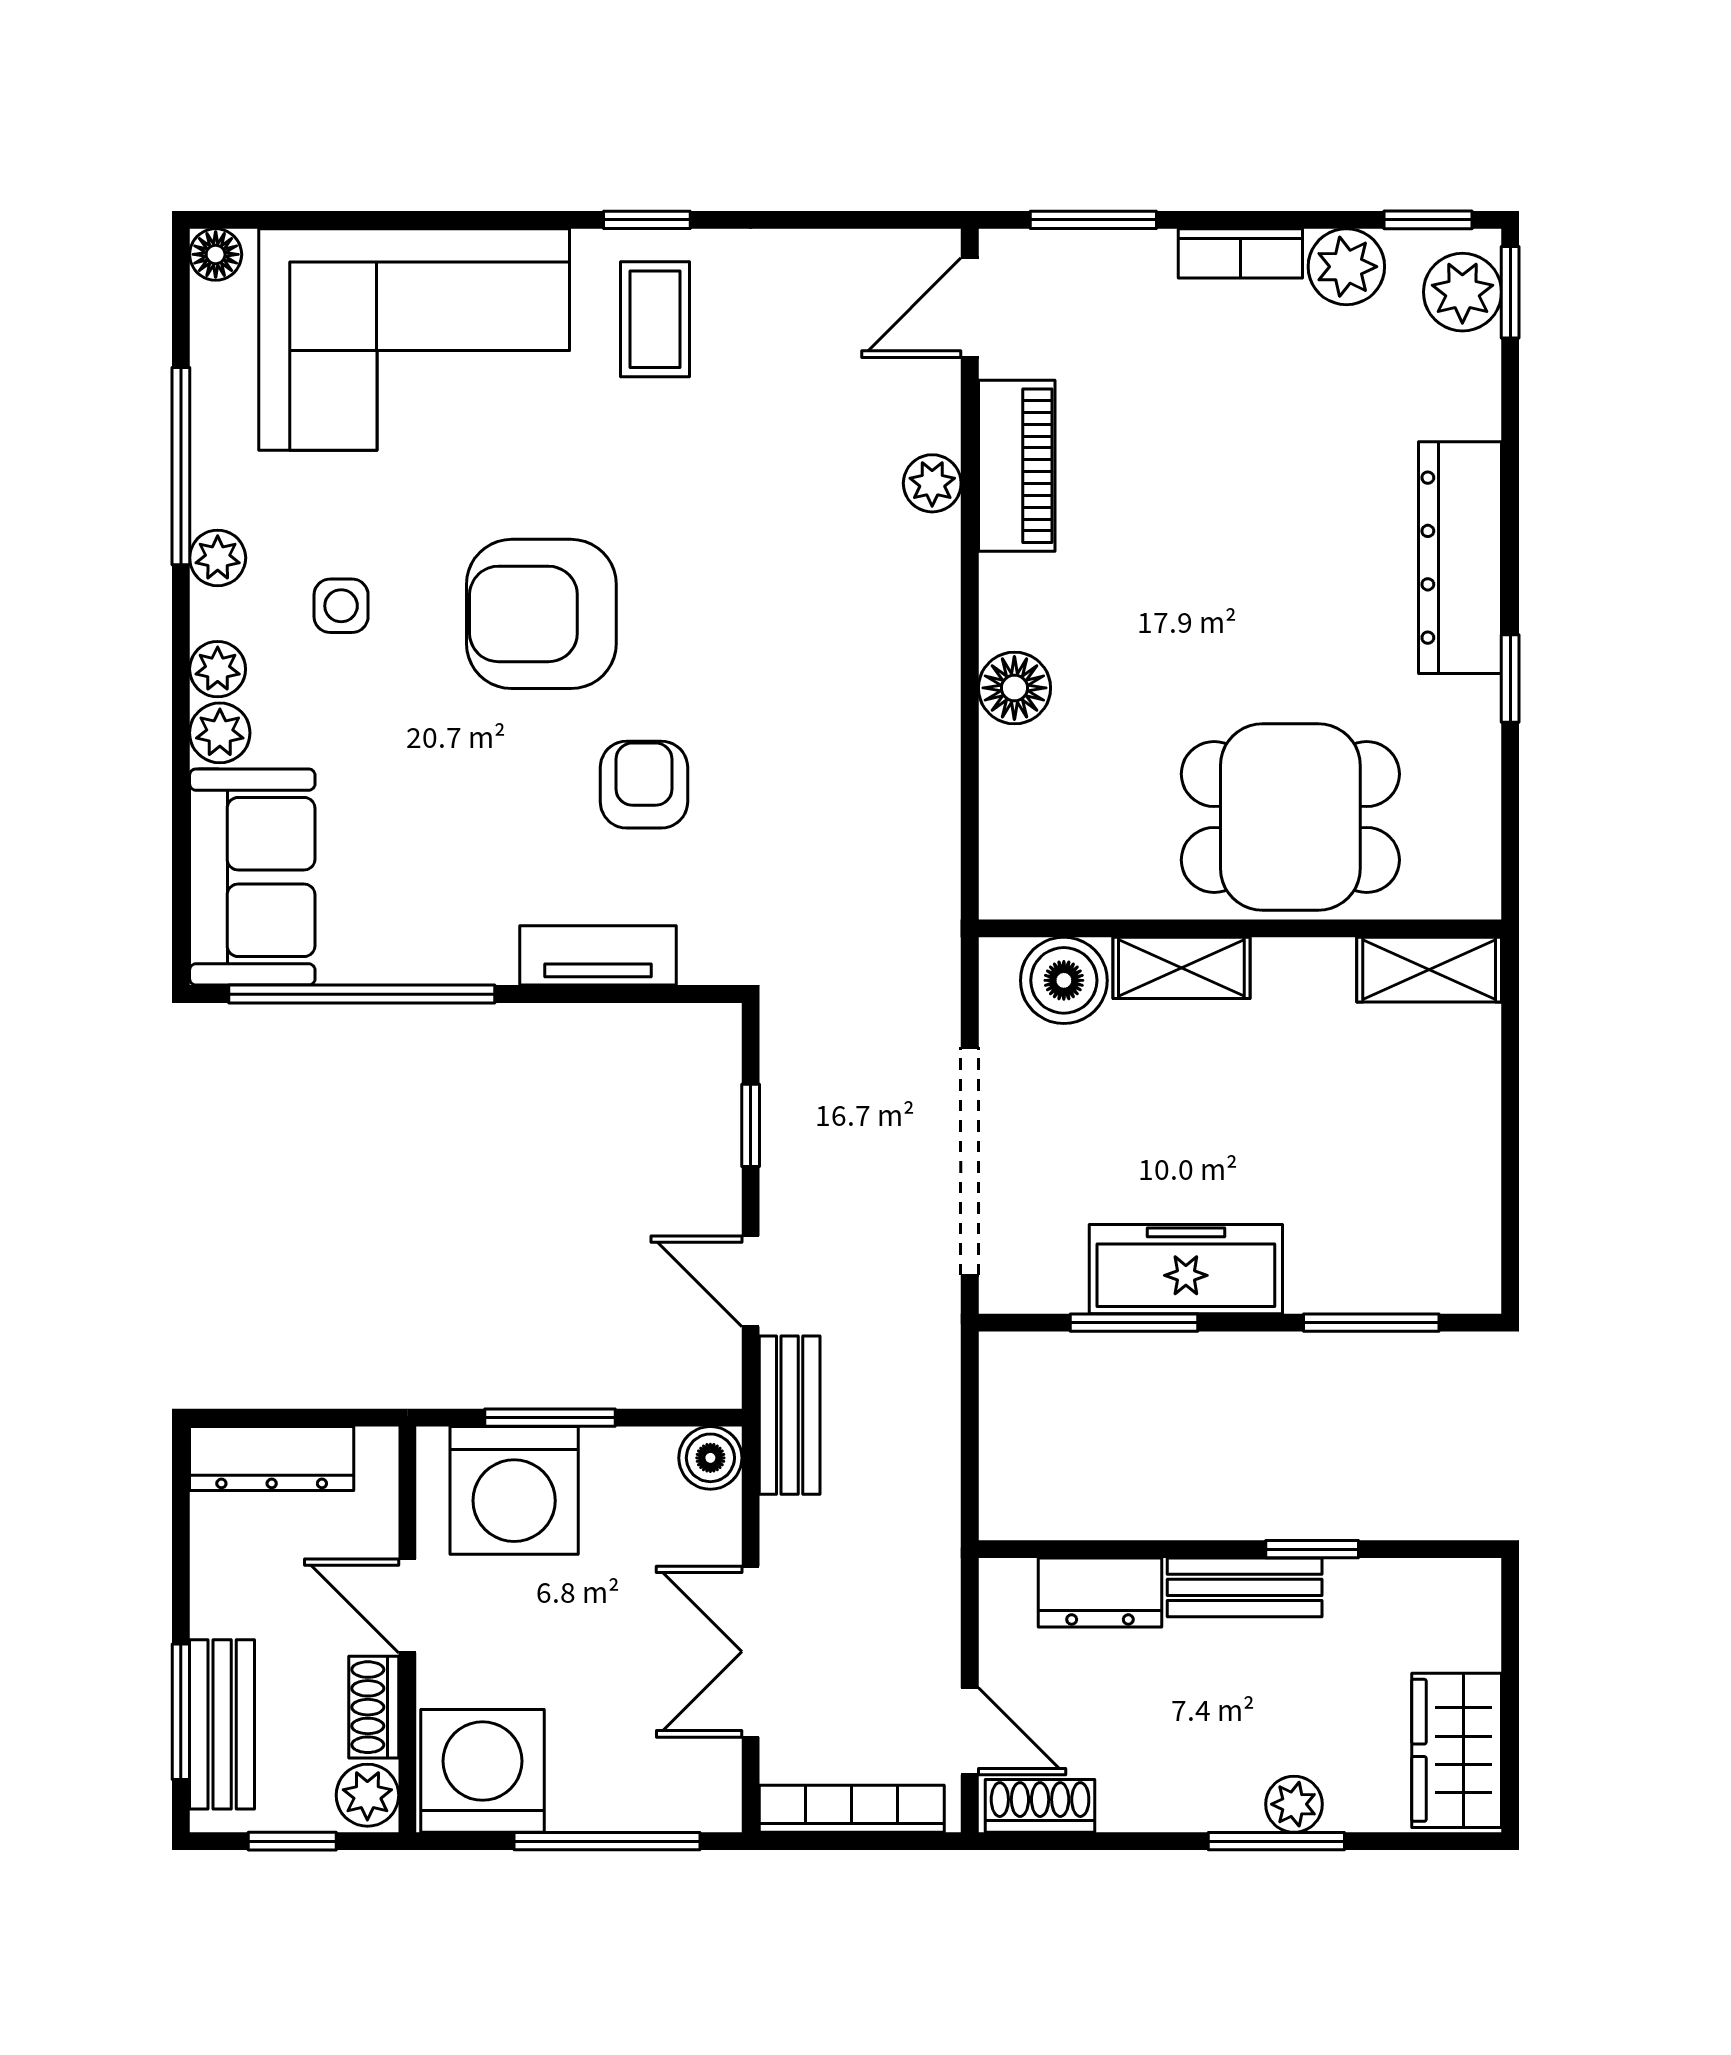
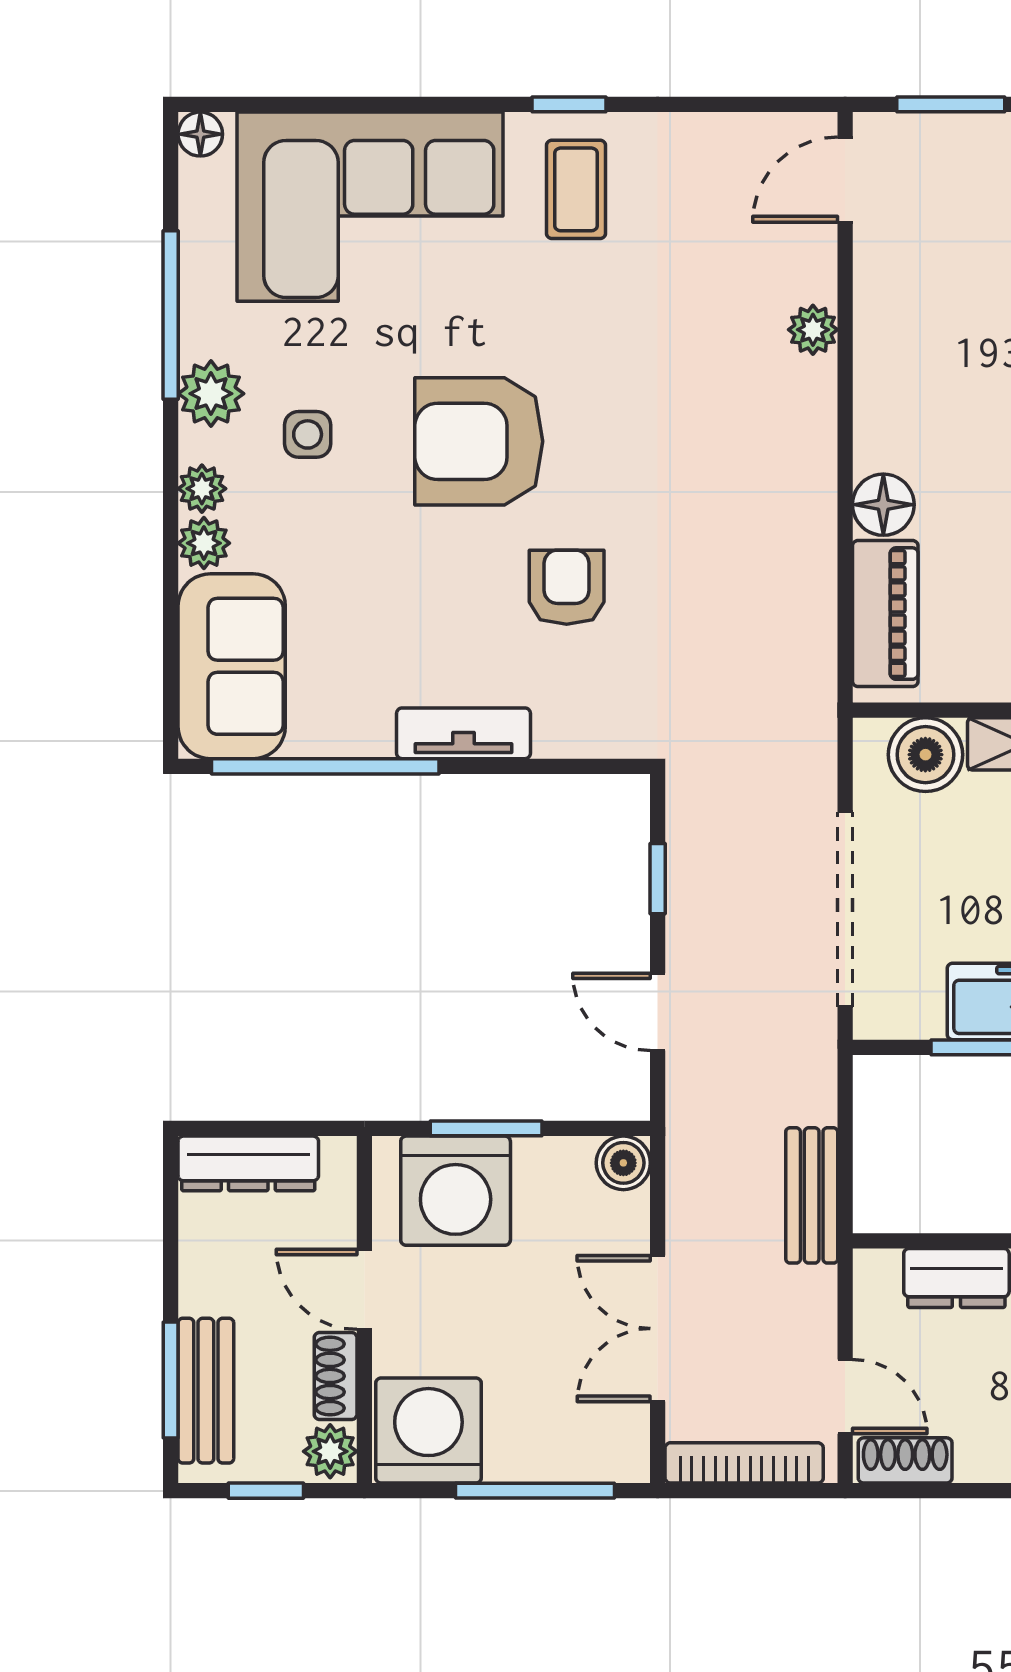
piano: (1017, 466) -> (885, 614), moved
plant: (218, 558) -> (211, 394), width x1.38, depth x1.38
tv unit: (598, 955) -> (464, 733), moved
bench: (790, 1415) -> (812, 1195), moved

